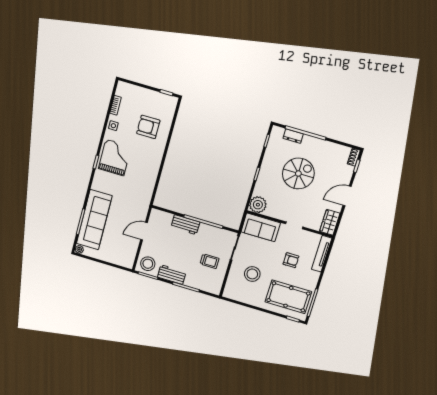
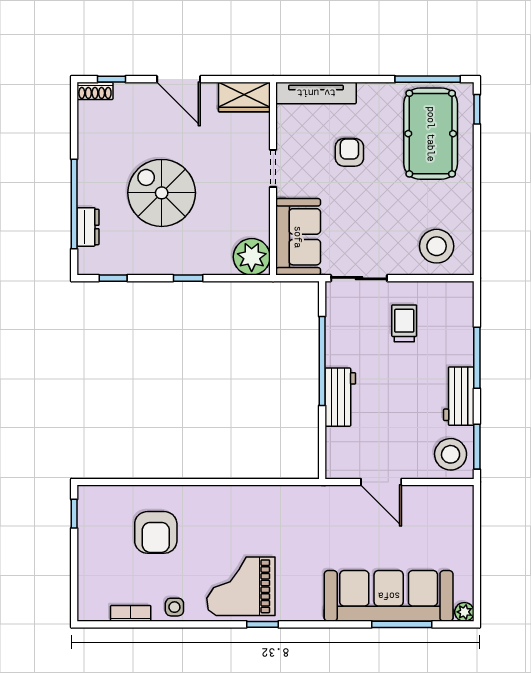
stool: (252, 274) -> (437, 246), moved

